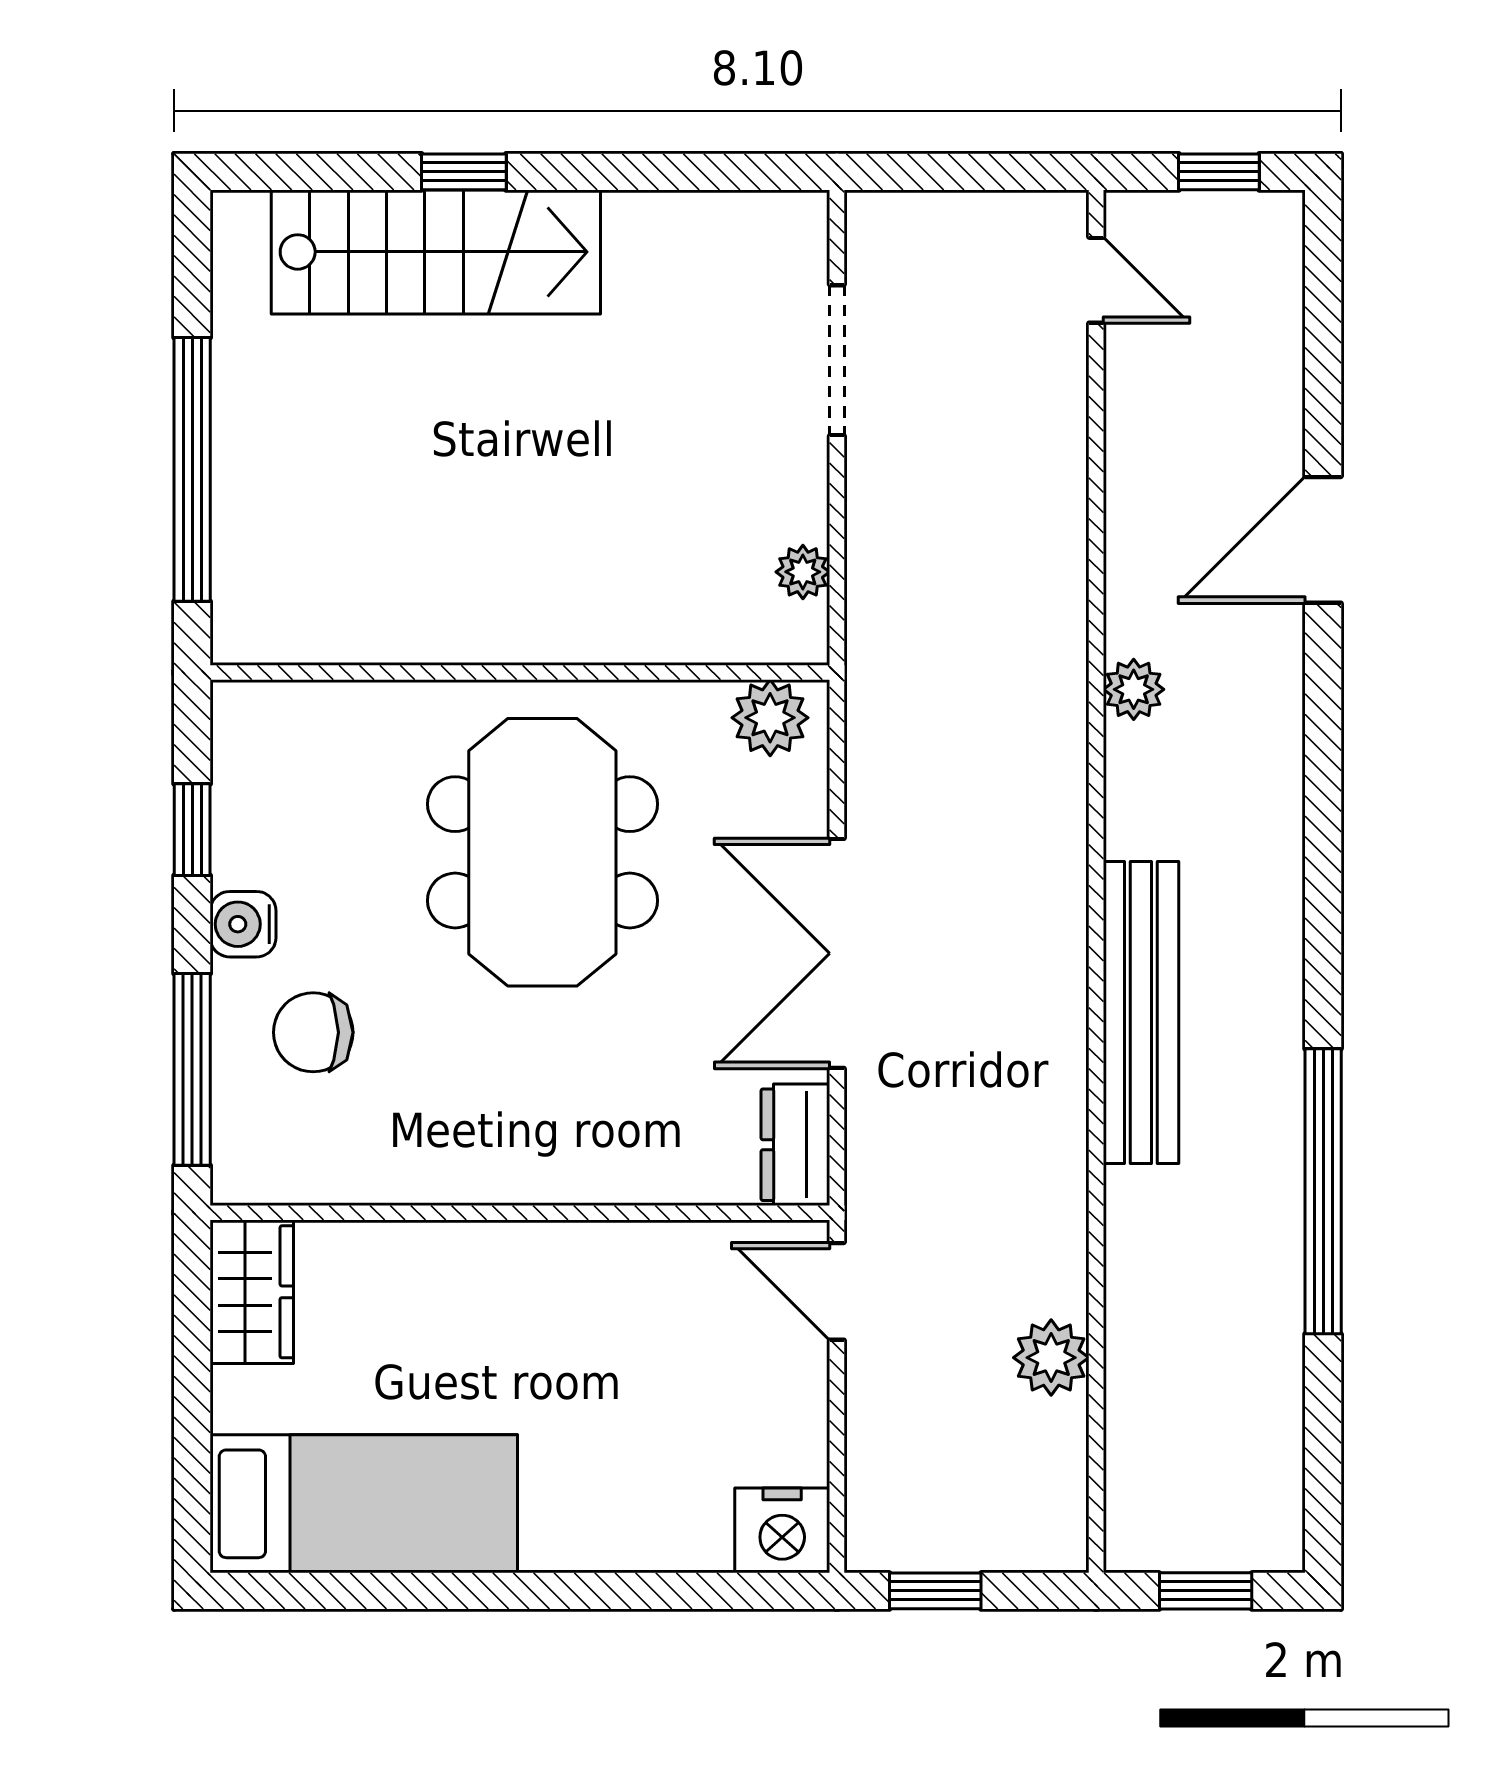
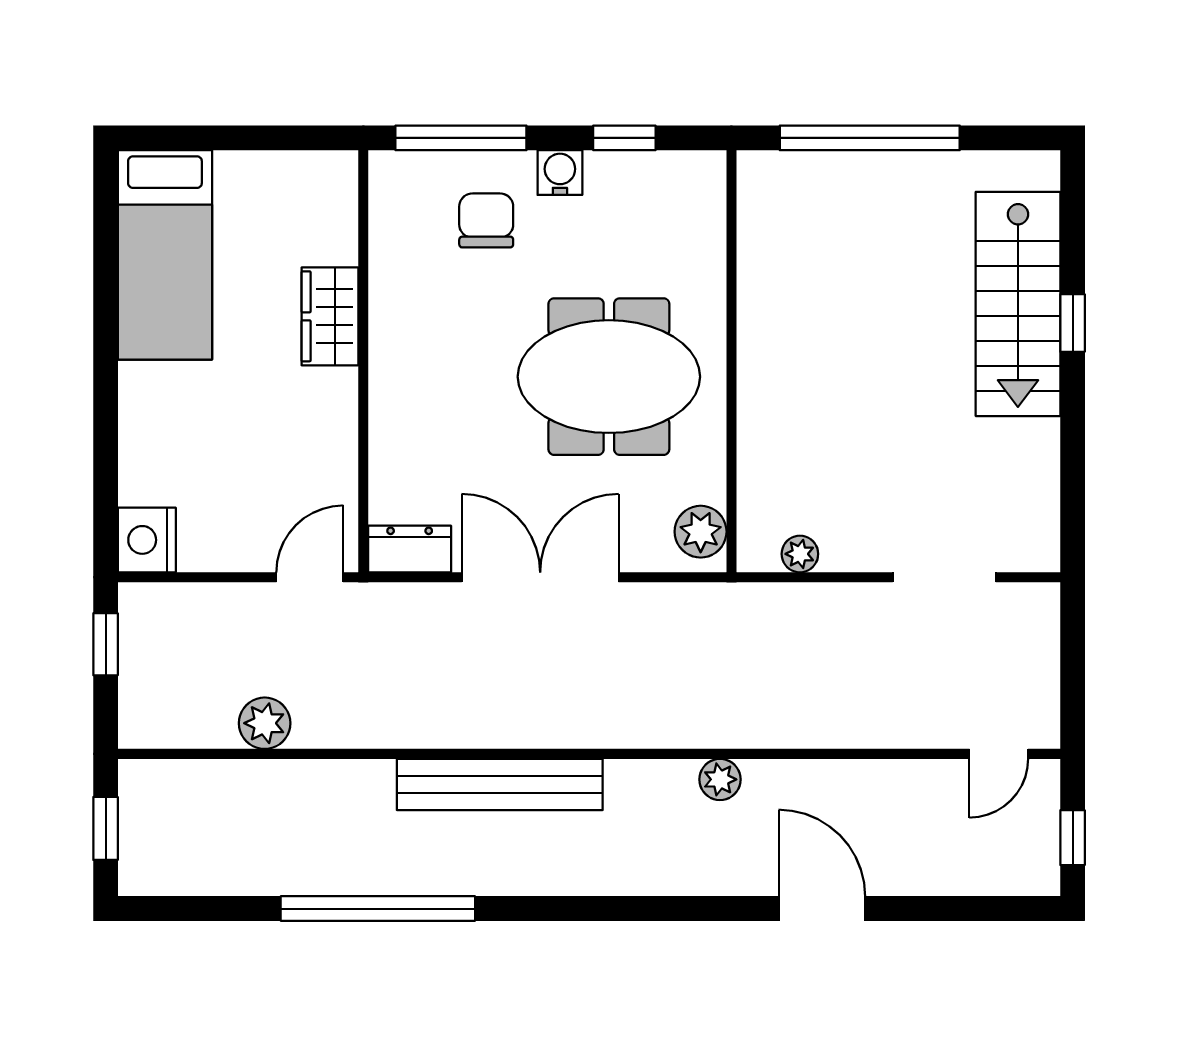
wardrobe: (252, 1292) -> (330, 316), moved, turned 90

